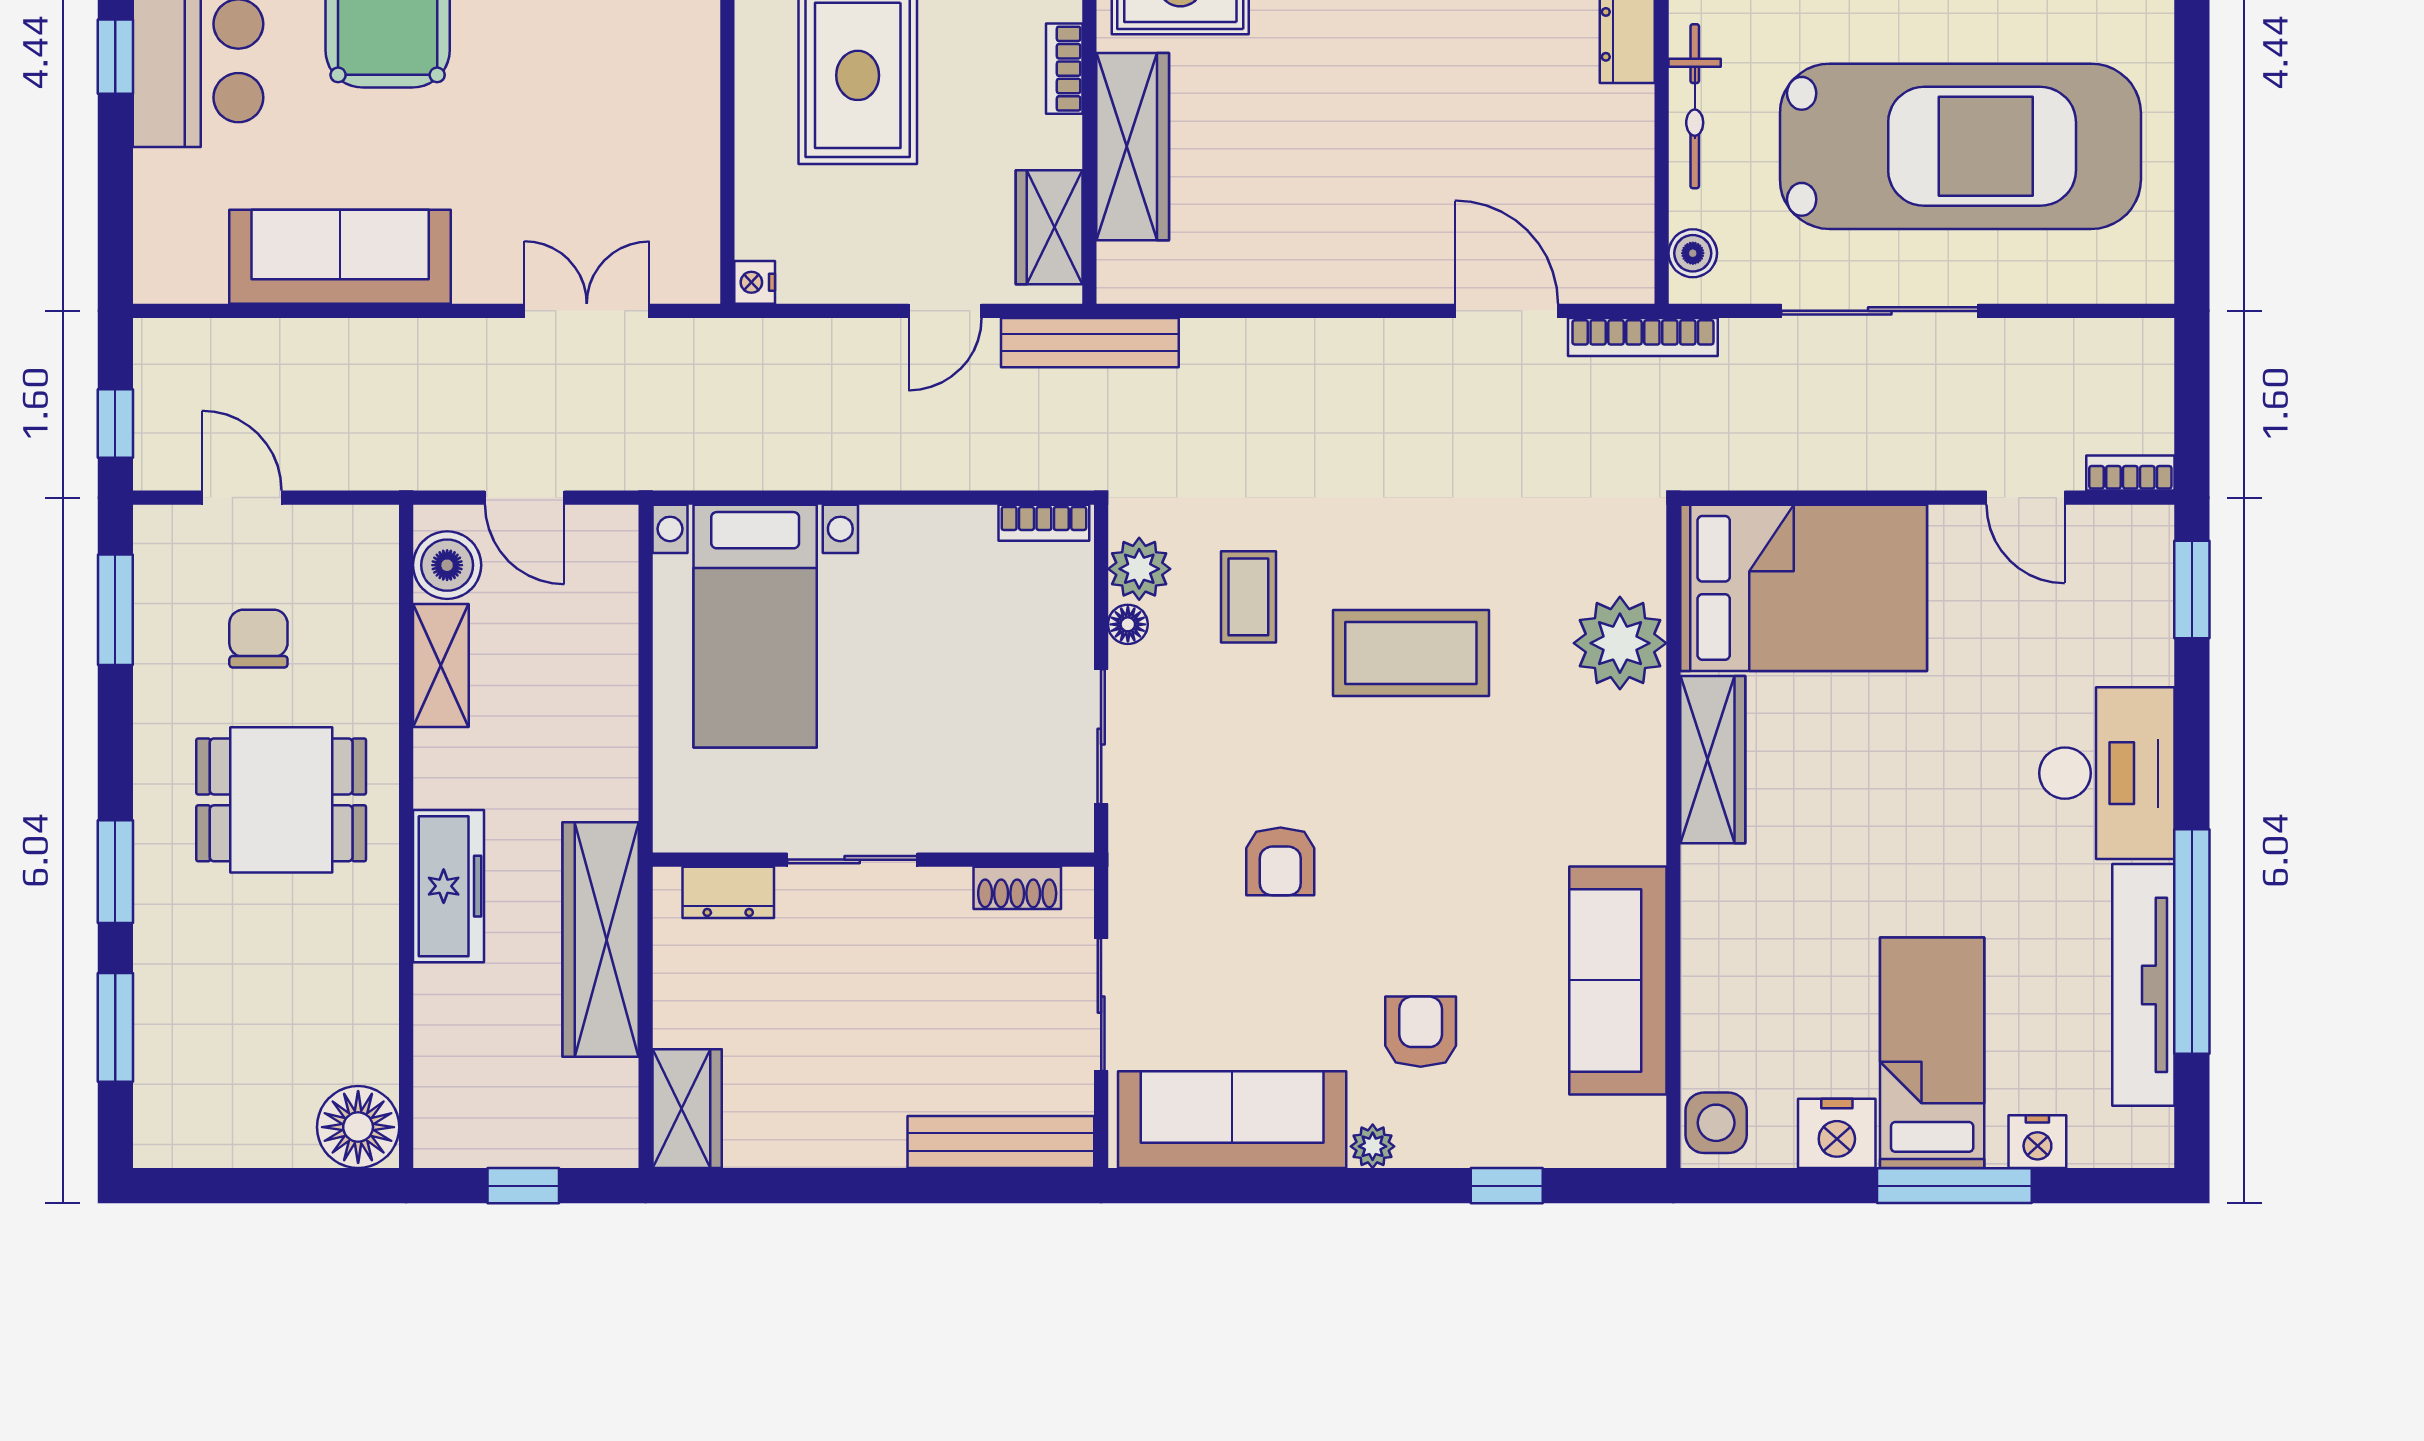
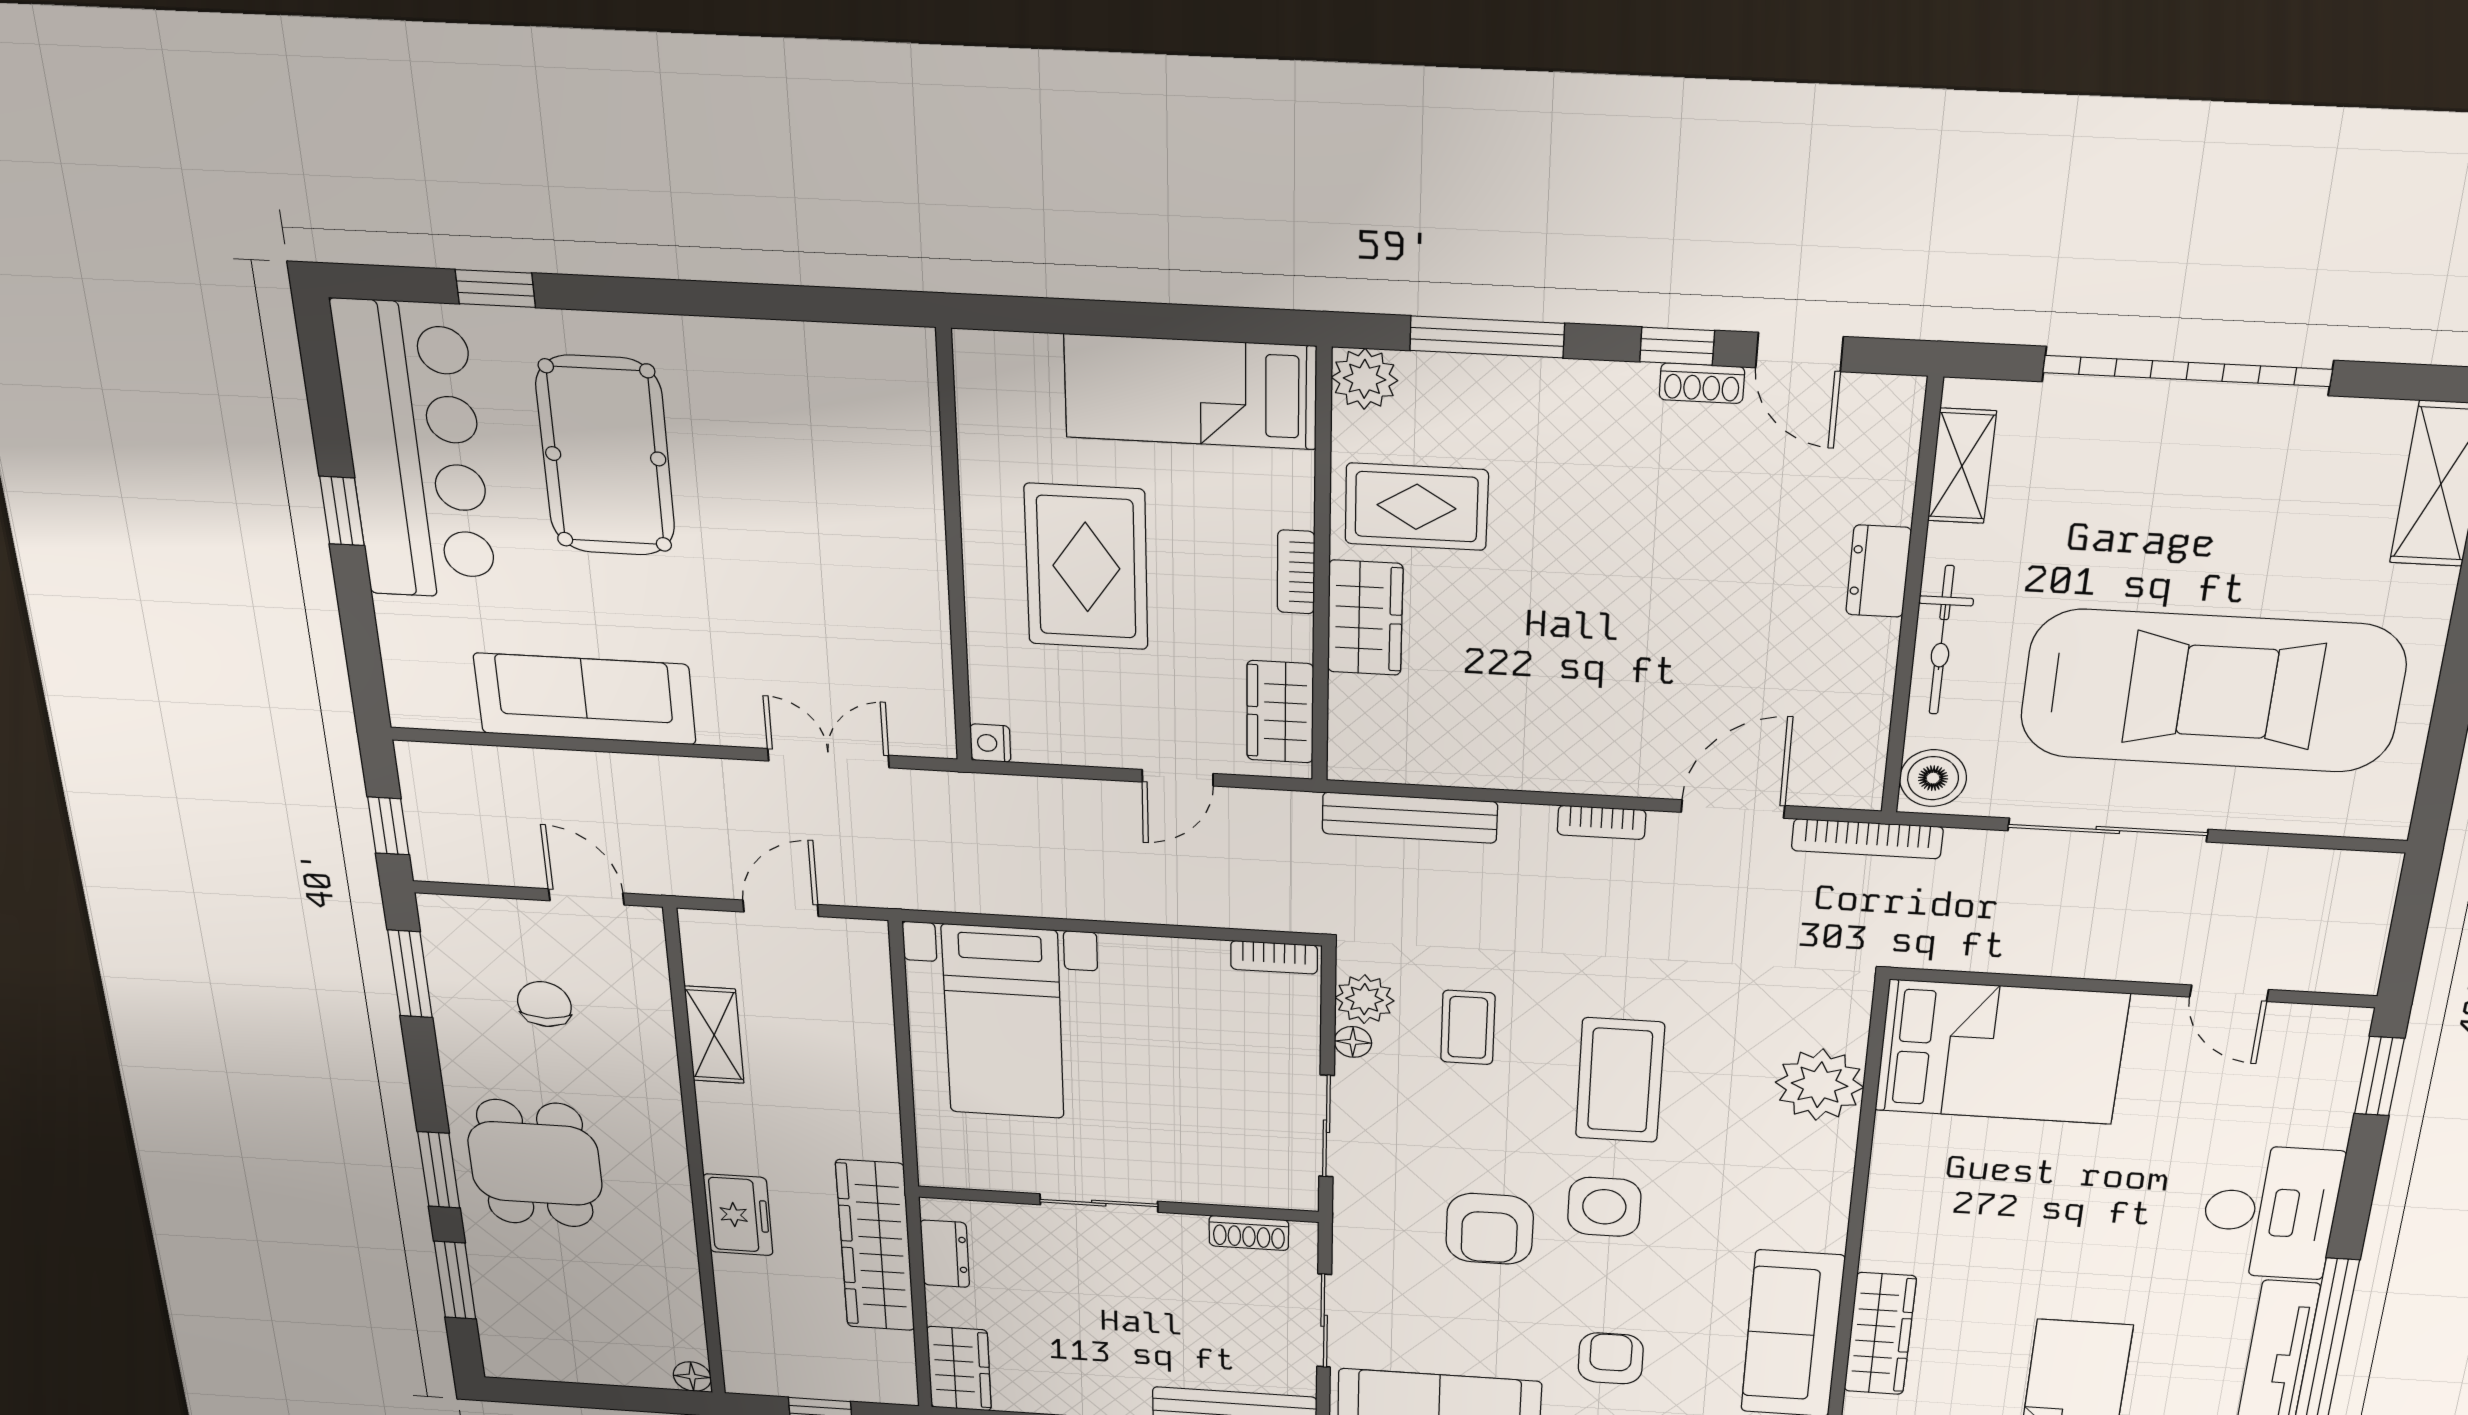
wardrobe: (1133, 147) -> (1365, 618), width x0.67
boiler: (1693, 253) -> (1933, 778), width x1.36, depth x1.36
door: (1506, 311) -> (1733, 809), hinge flipped
bench: (1090, 343) -> (1410, 818), moved
bookcase: (2130, 473) -> (1602, 822), moved, turned 180
door: (242, 498) -> (586, 897), moved
door: (525, 498) -> (781, 908), swing flipped
boiler: (447, 565) -> (713, 958), removed
coffee table: (1411, 653) -> (1620, 1080), turned 90
wardrobe: (1713, 760) -> (1880, 1334), moved
dining table: (281, 800) -> (535, 1163), moved, turned 90
side table: (1403, 822) -> (1604, 1207), added
armchair: (1280, 861) -> (1490, 1229), width x1.38, depth x1.38
freezer: (449, 886) -> (738, 1215), width x0.71
dresser: (728, 892) -> (945, 1254), moved, turned -90
floor lamp: (358, 1127) -> (692, 1377), width x0.53, depth x0.53

